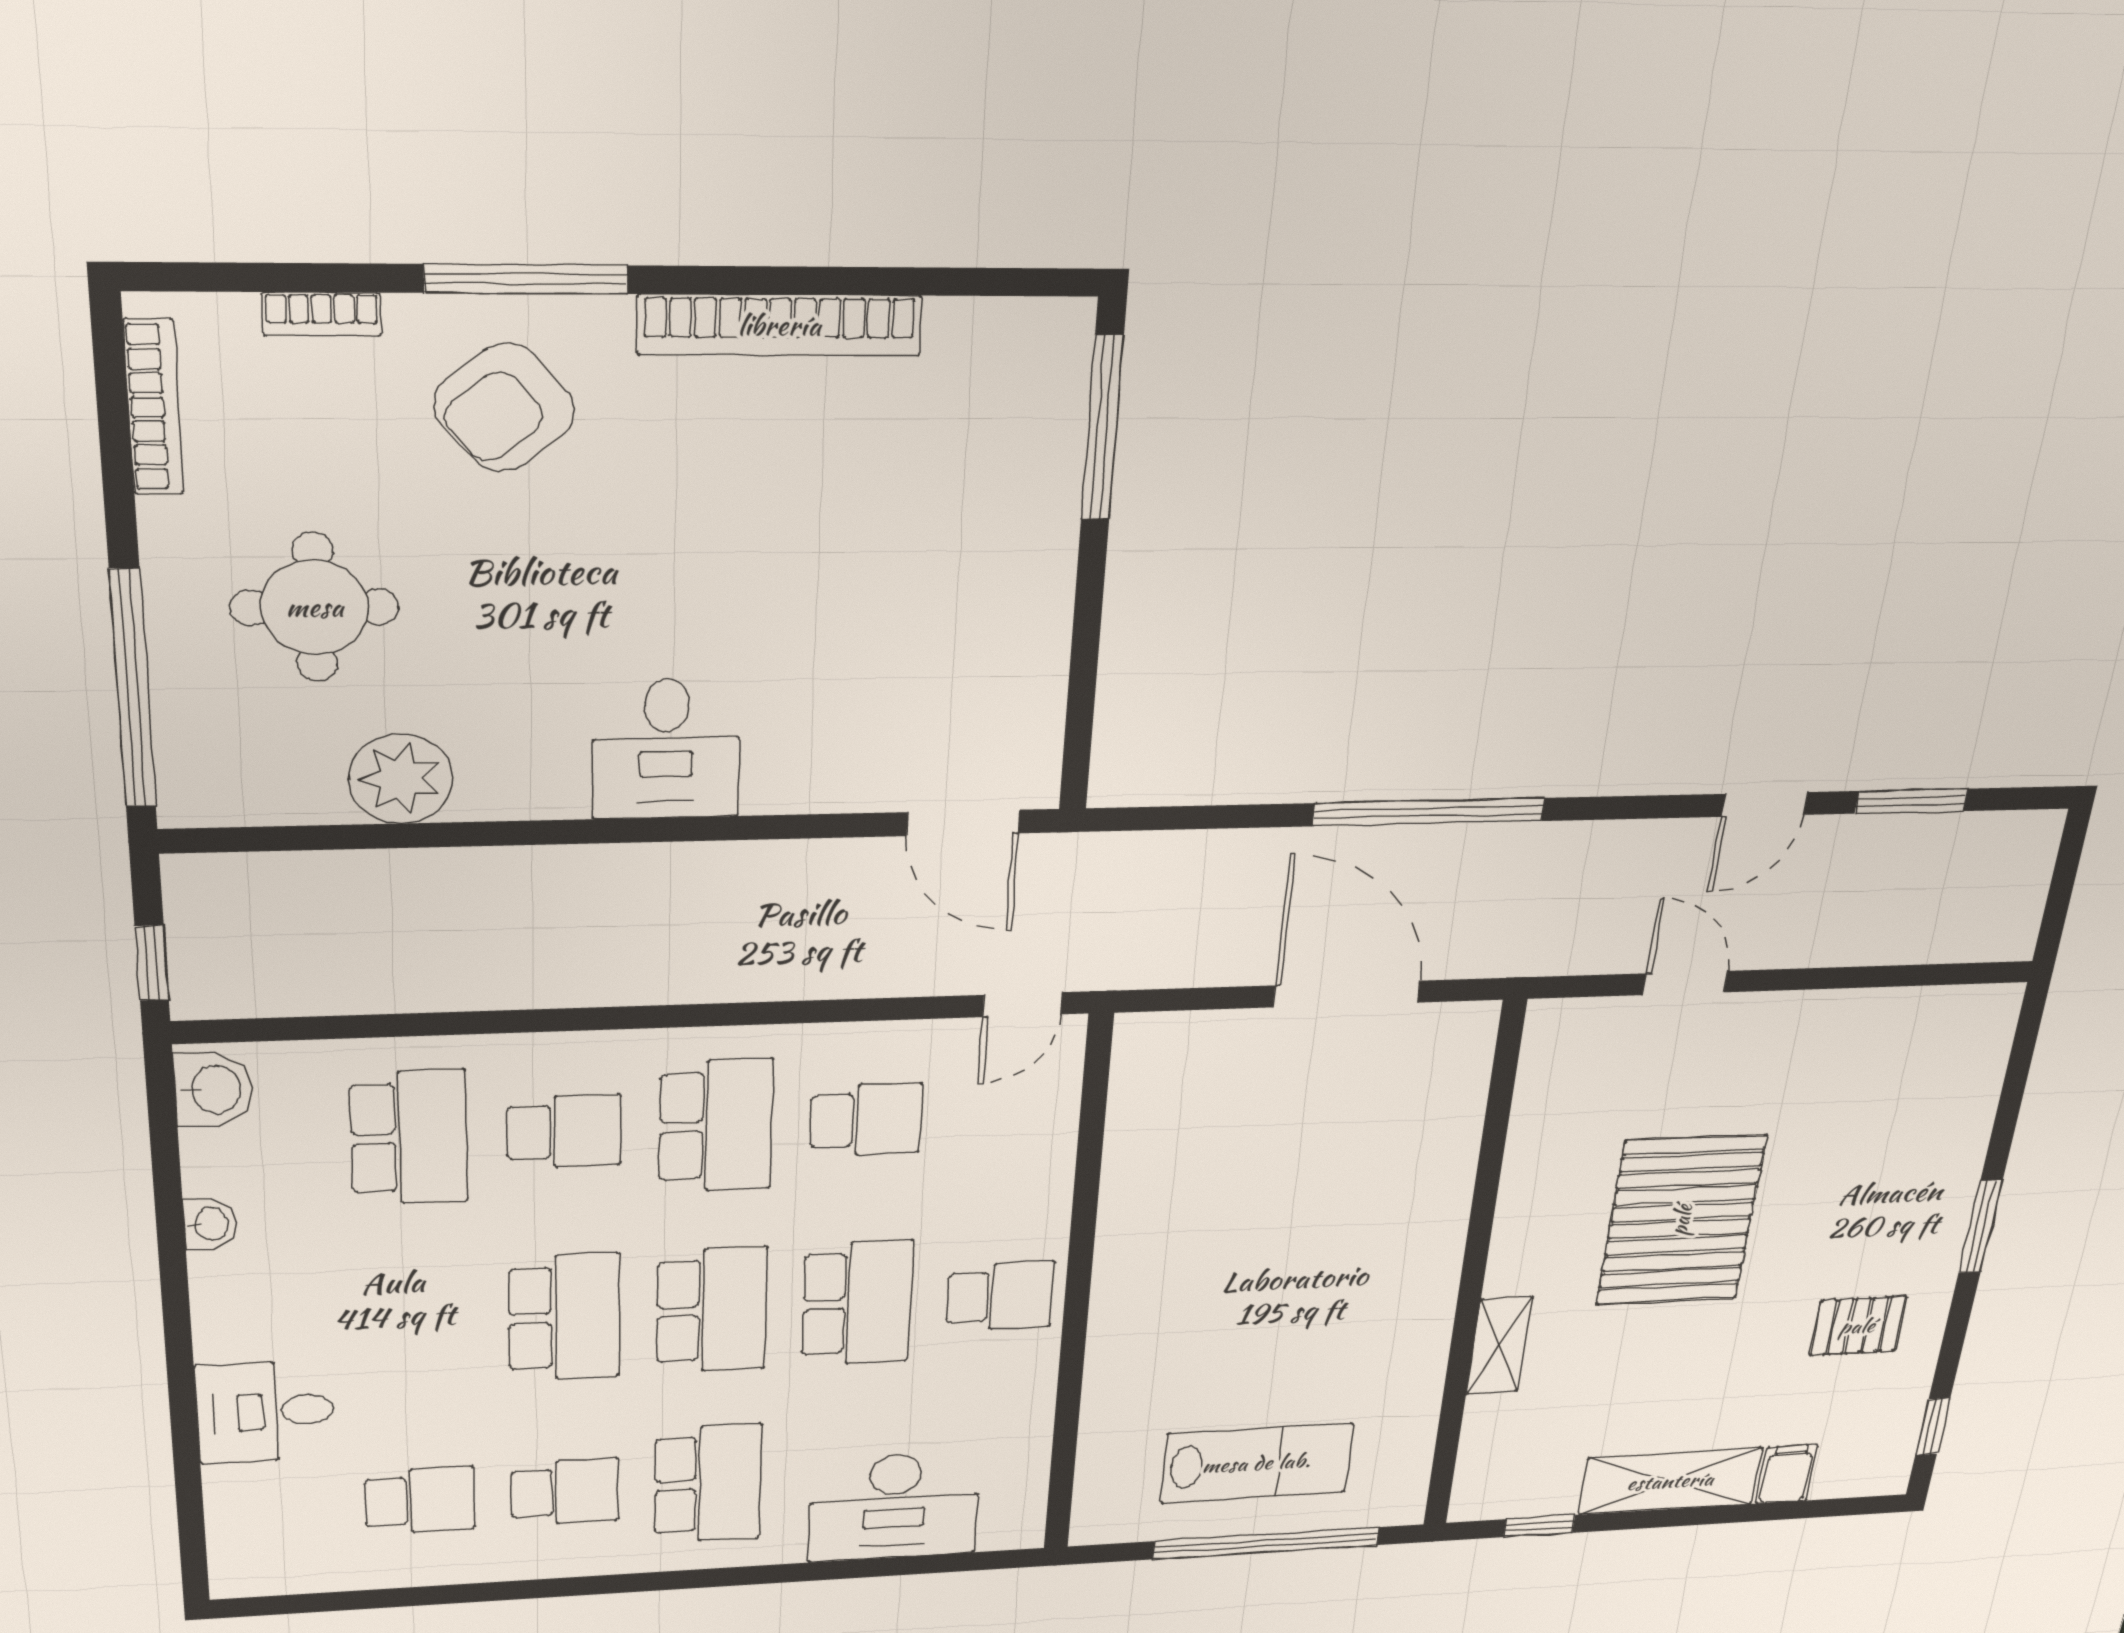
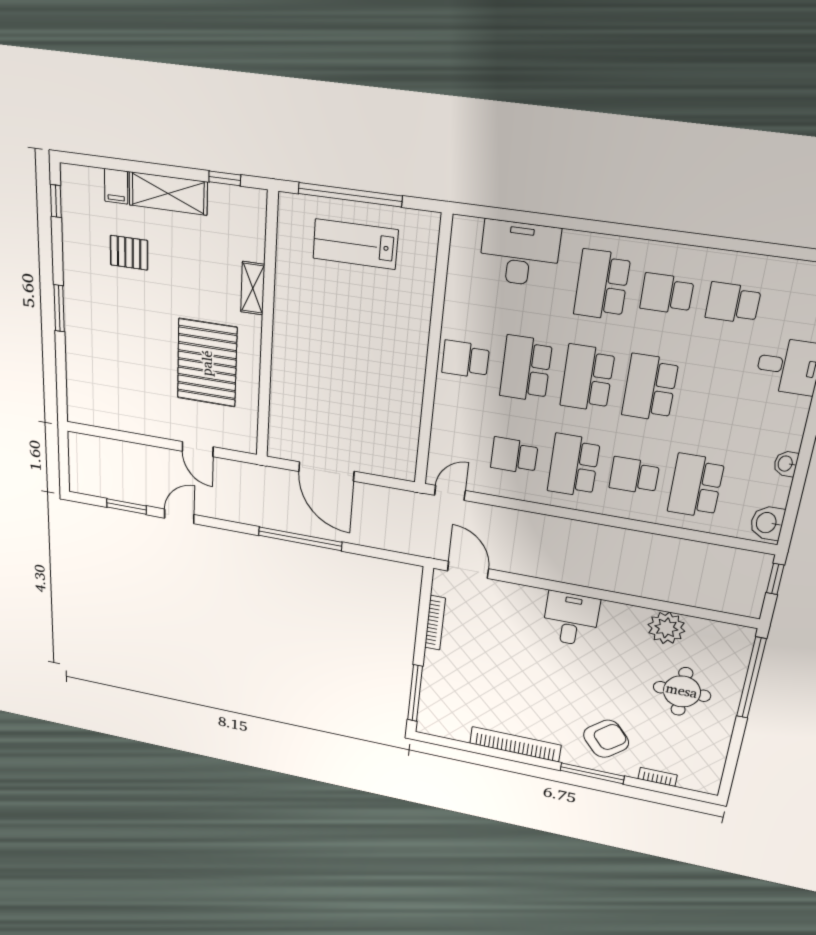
bookcase: (153, 407) -> (435, 623), moved, turned 180
pallet: (1681, 1220) -> (207, 363), moved
pallet: (1858, 1326) -> (129, 253), moved

